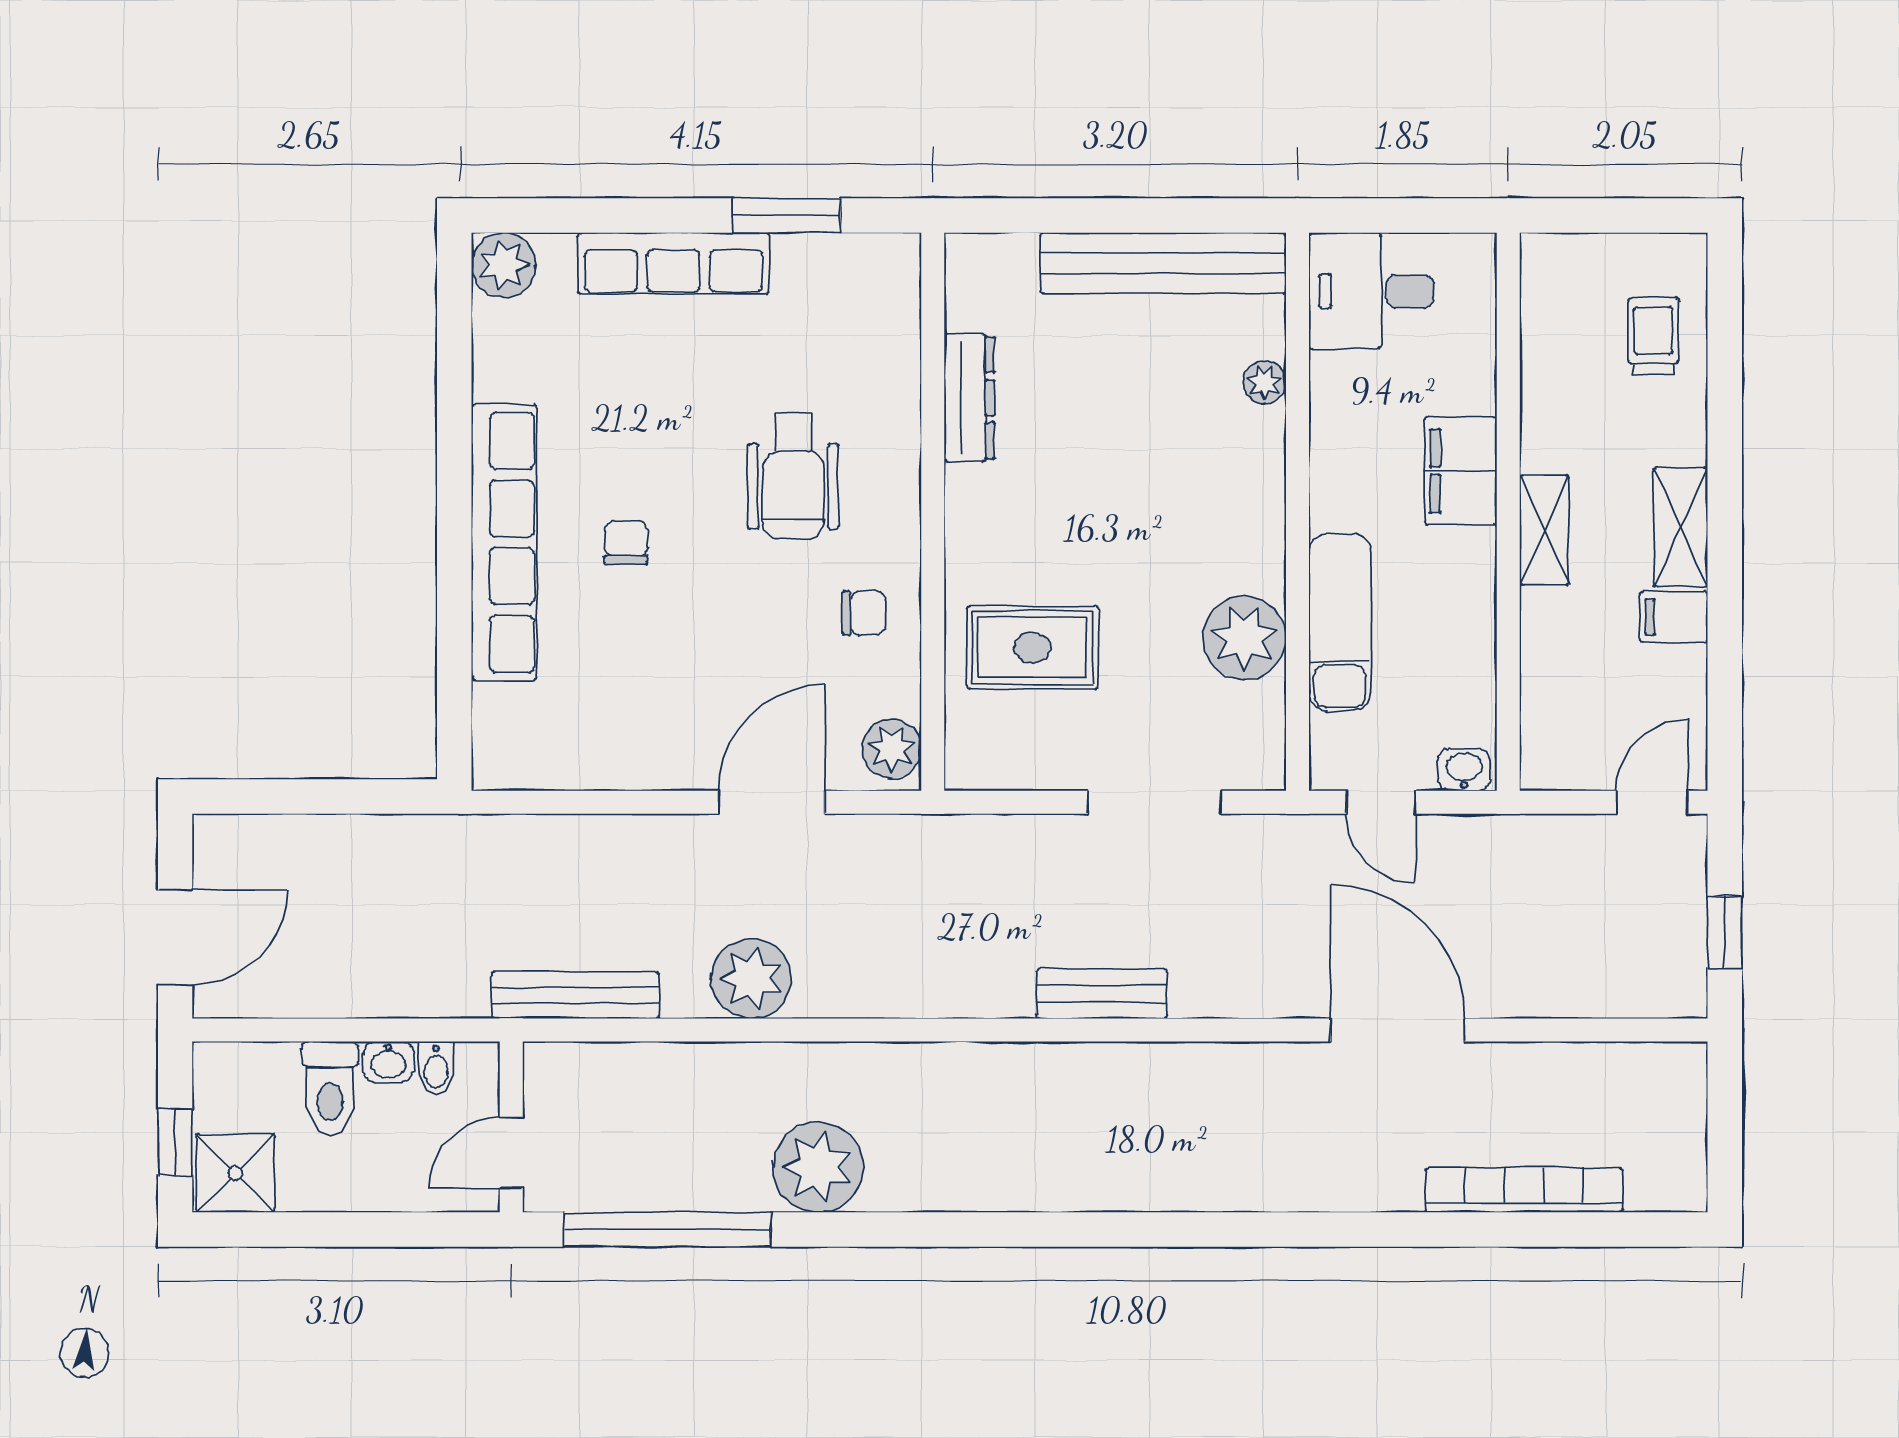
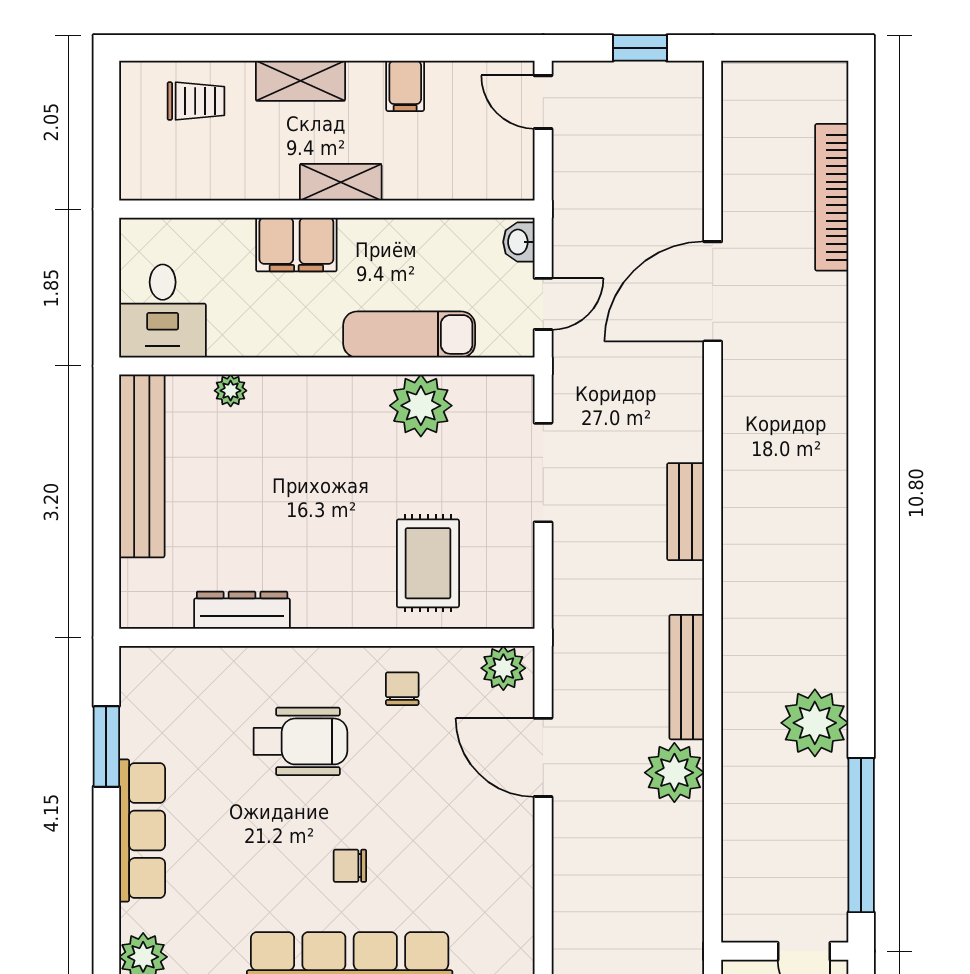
trolley: (1653, 336) -> (196, 101), turned 180
shelving: (1681, 527) -> (300, 81), moved
bench: (576, 995) -> (687, 677), moved

